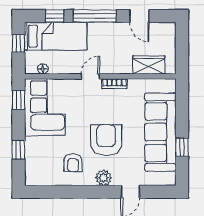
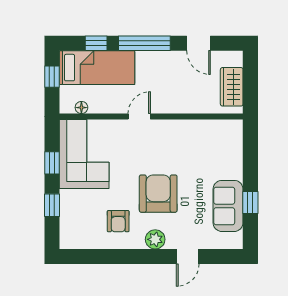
wardrobe: (149, 65) -> (232, 87), moved, turned -90
bookcase: (114, 84) -> (168, 125), removed
window: (18, 100) -> (52, 163), moved
sofa: (160, 132) -> (228, 206), width x0.54, depth x0.79

